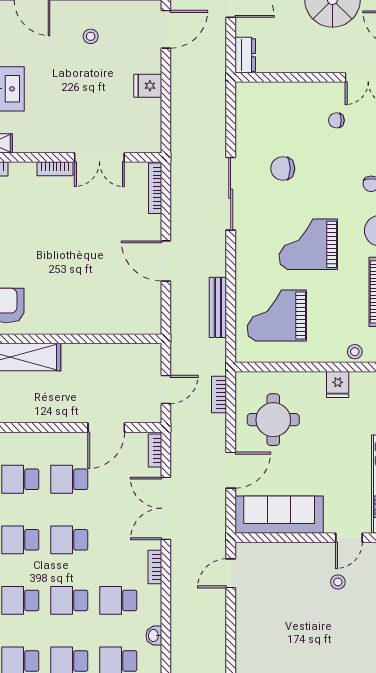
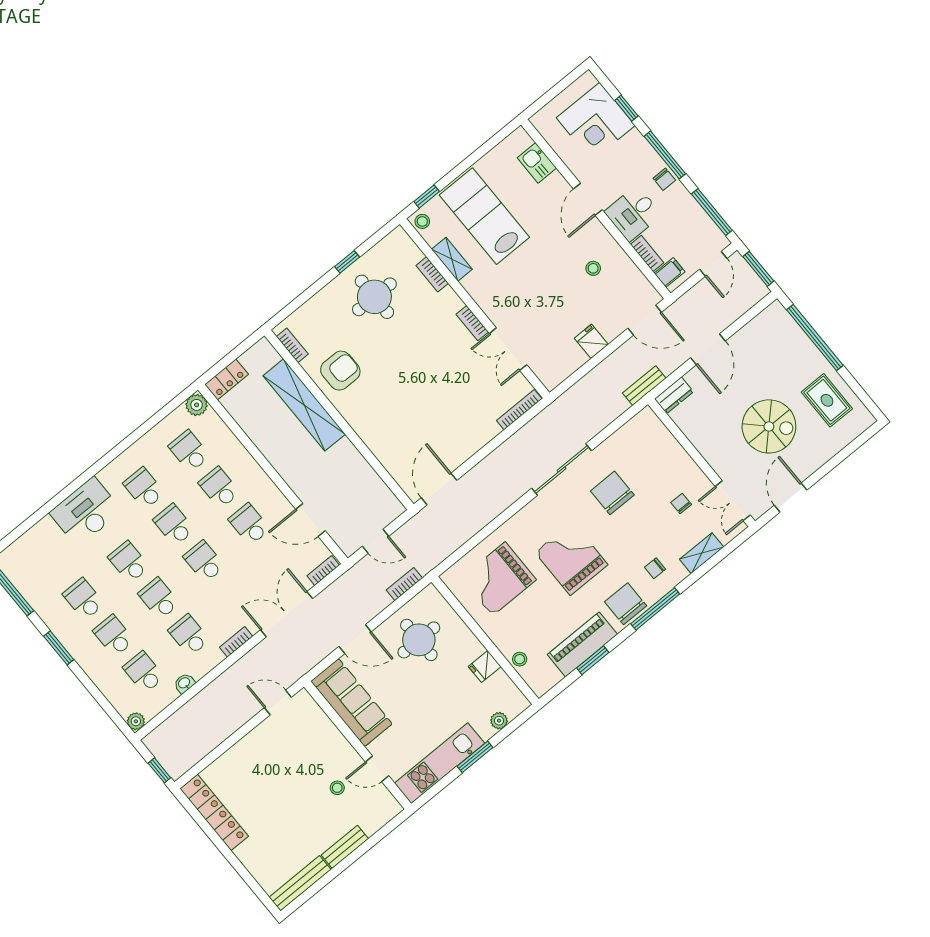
chair: (283, 168) -> (612, 493), width x1.37, depth x1.37
door: (166, 261) -> (439, 489), moved
bench: (218, 307) -> (644, 386), moved, width x0.73
grand piano: (277, 316) -> (499, 579), turned -90

